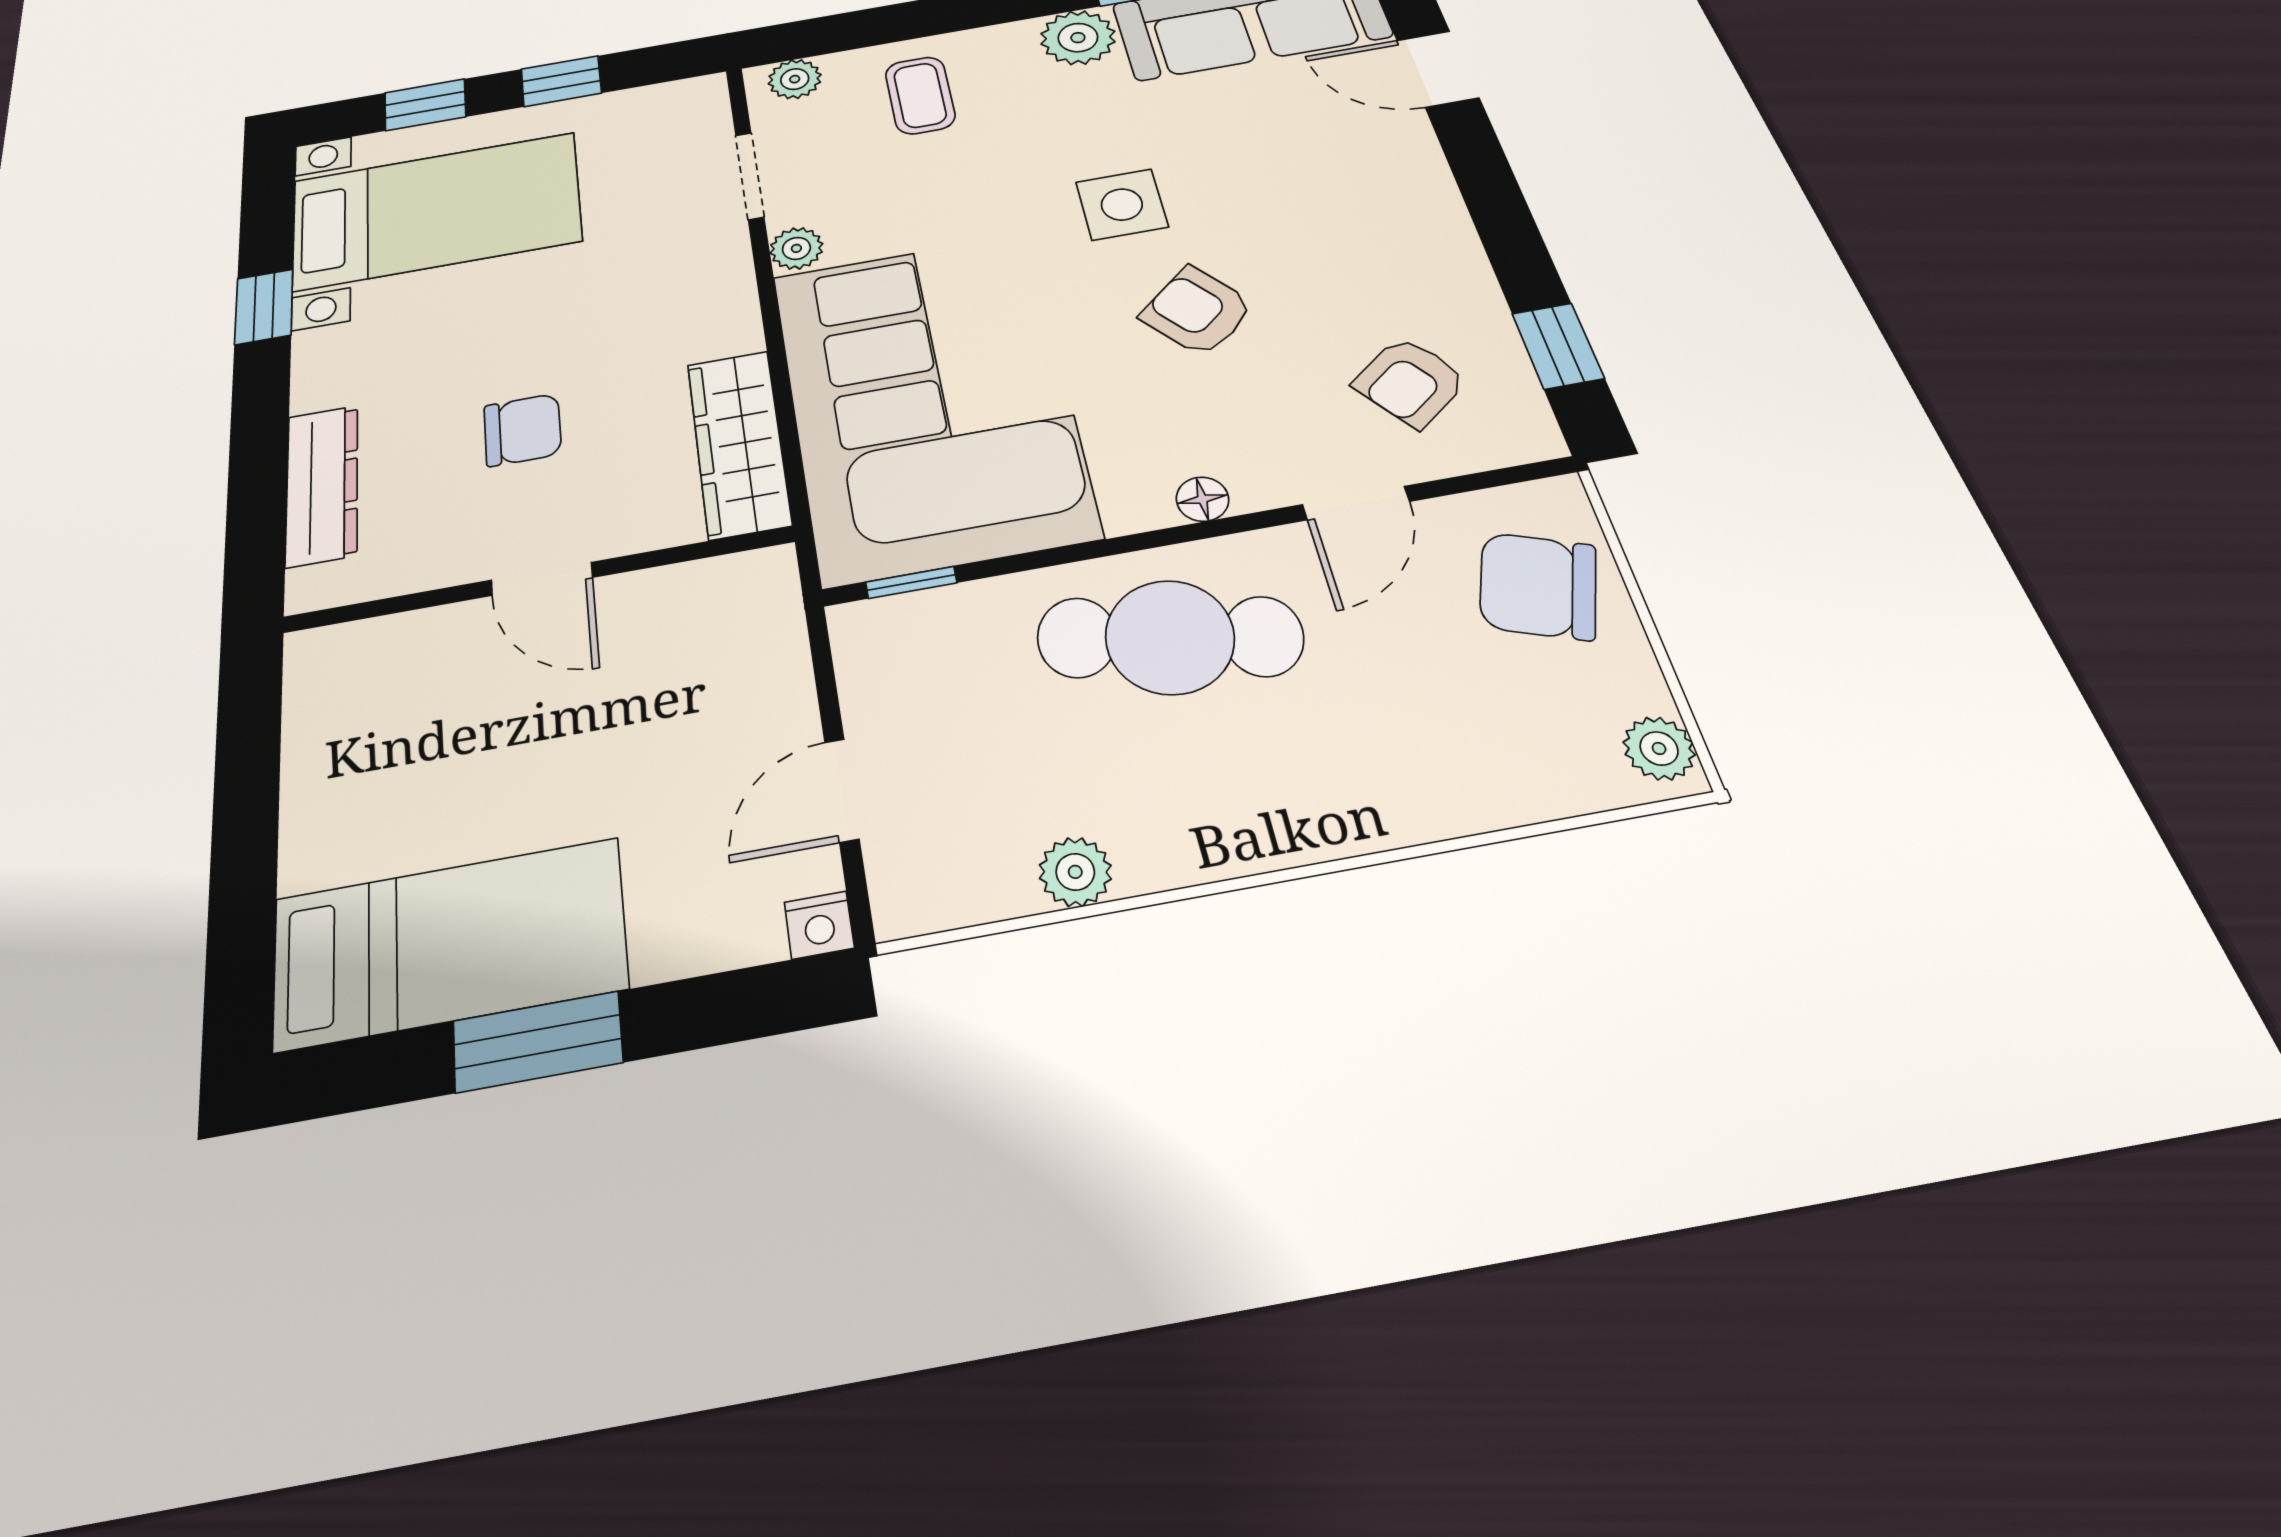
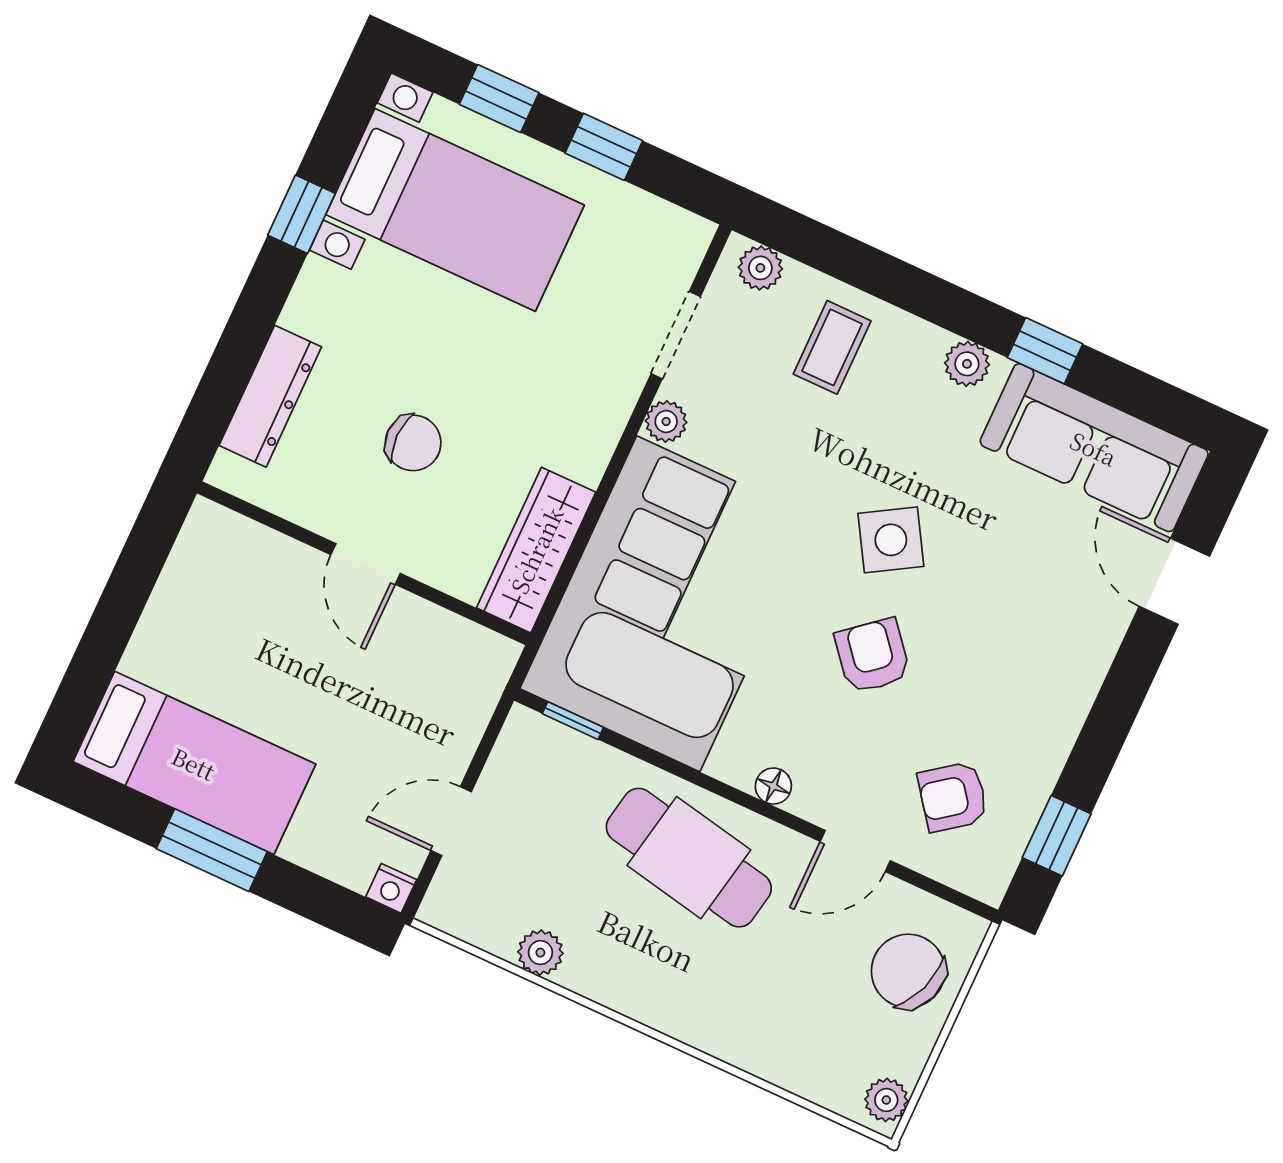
plant: (1078, 38) -> (967, 364), width x0.73, depth x0.73
side table: (1122, 205) -> (891, 540), turned -31

